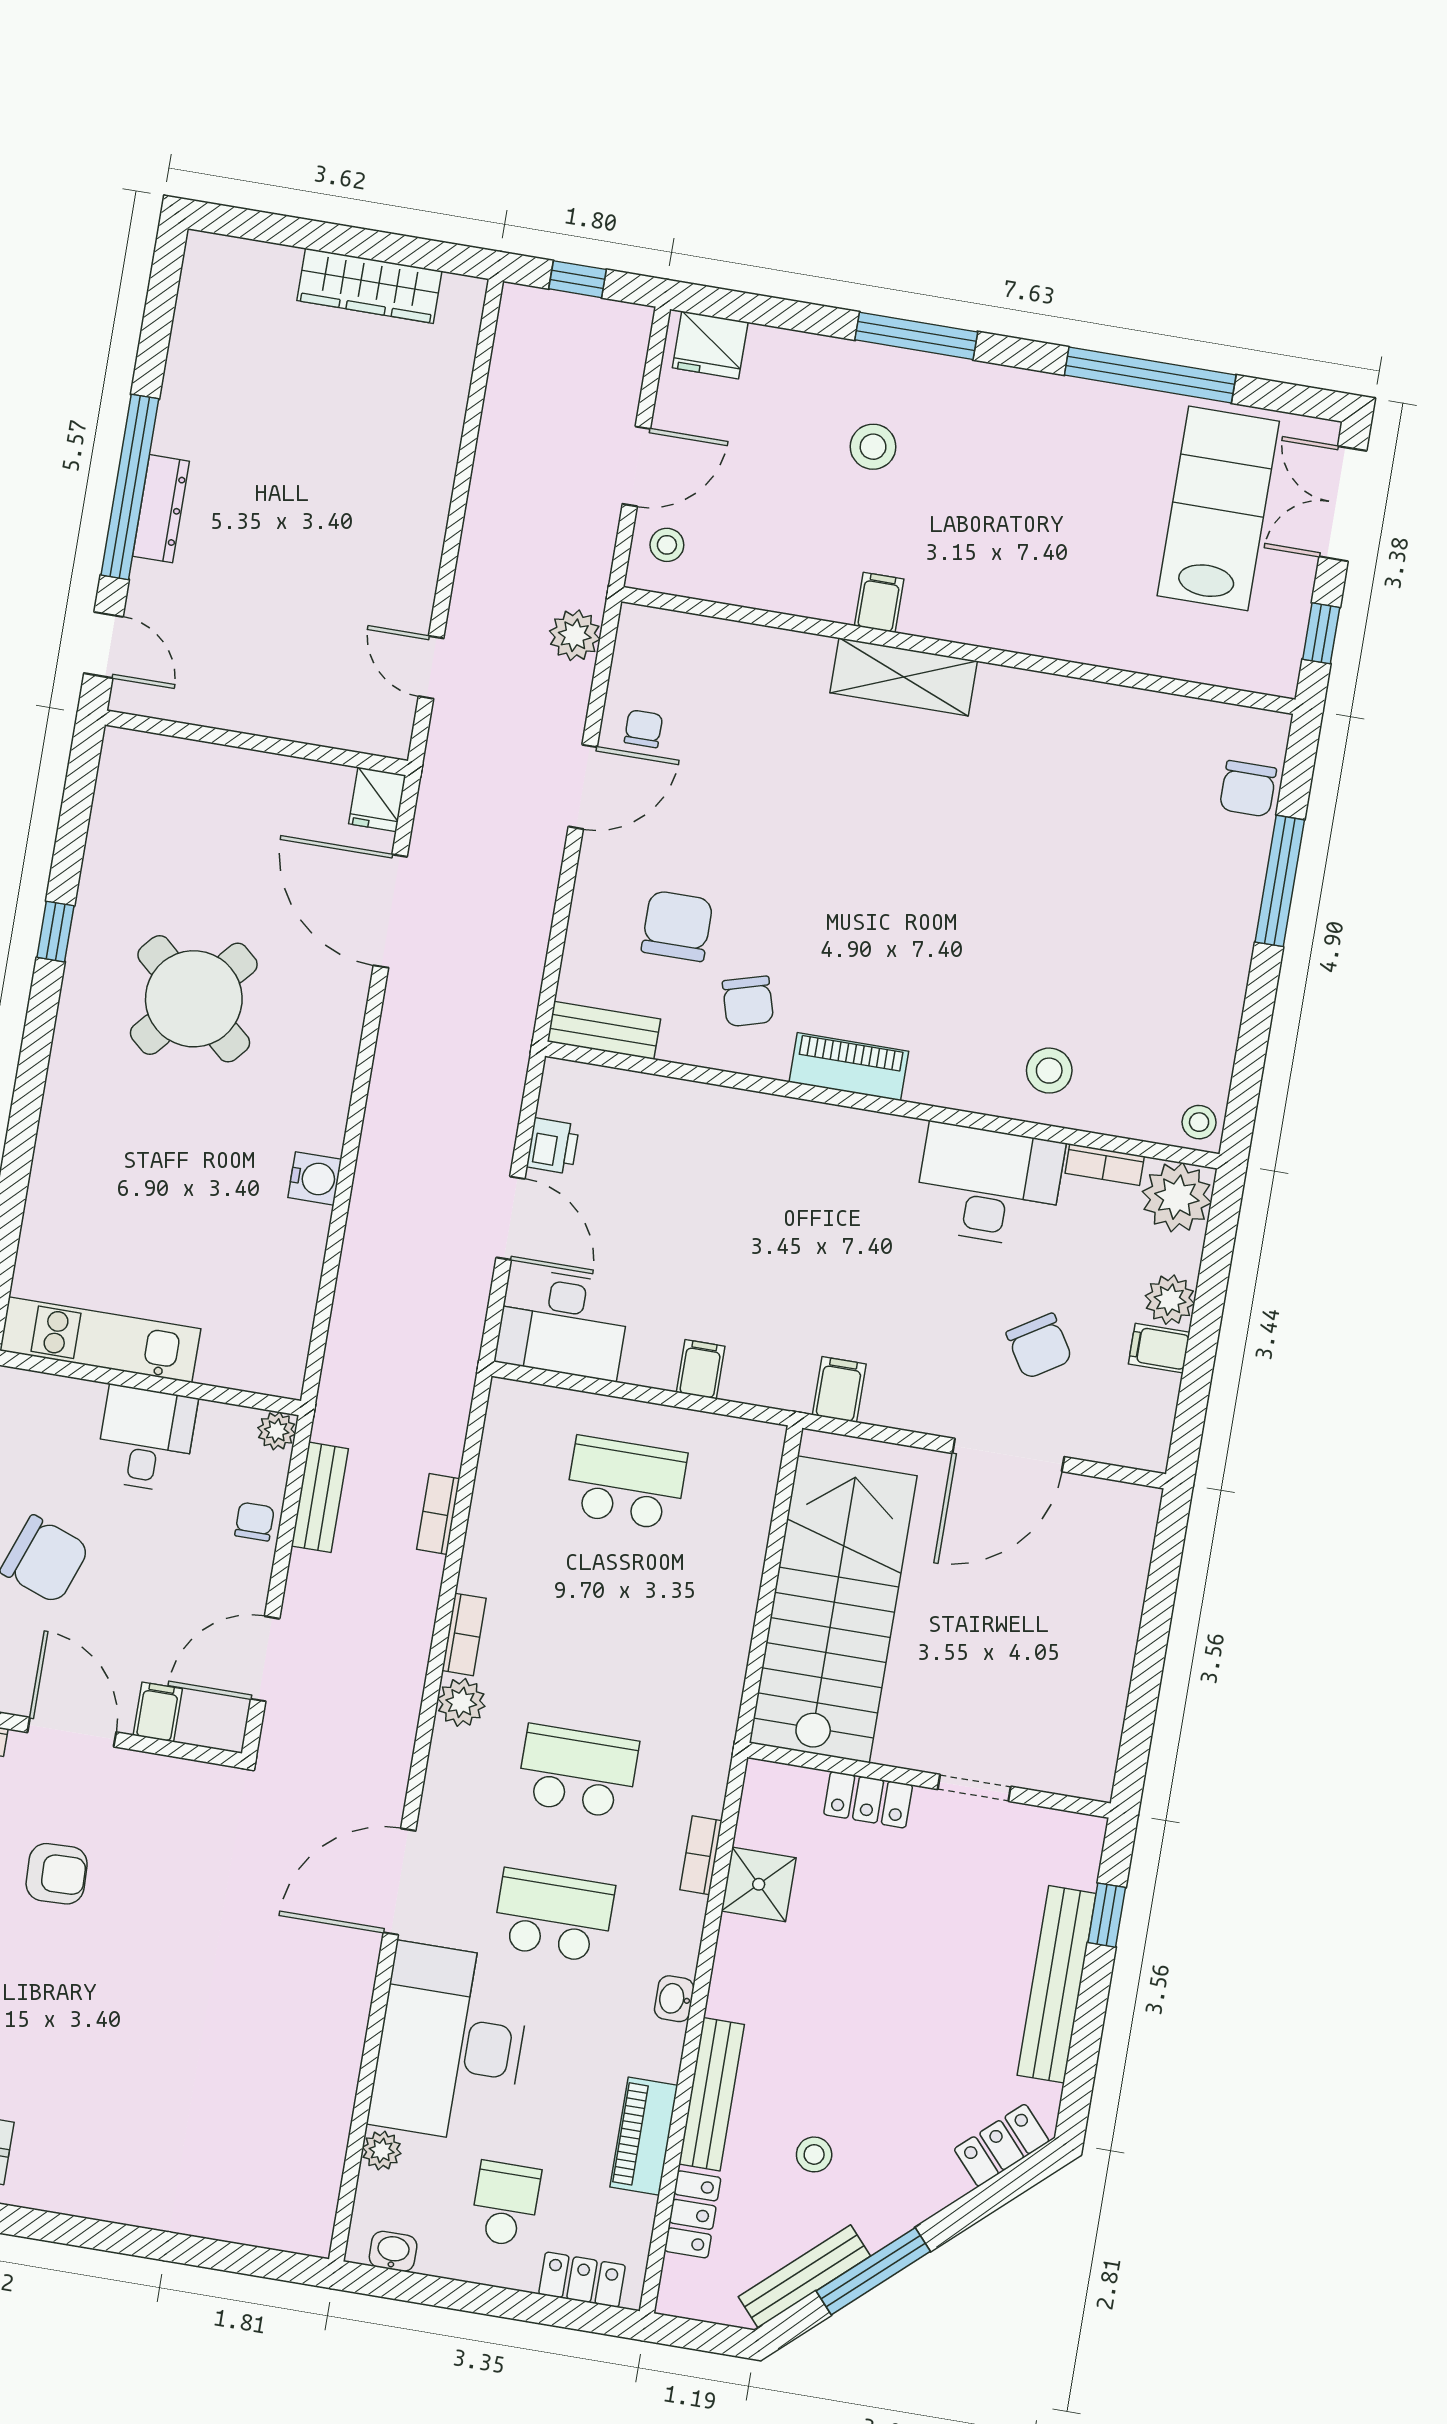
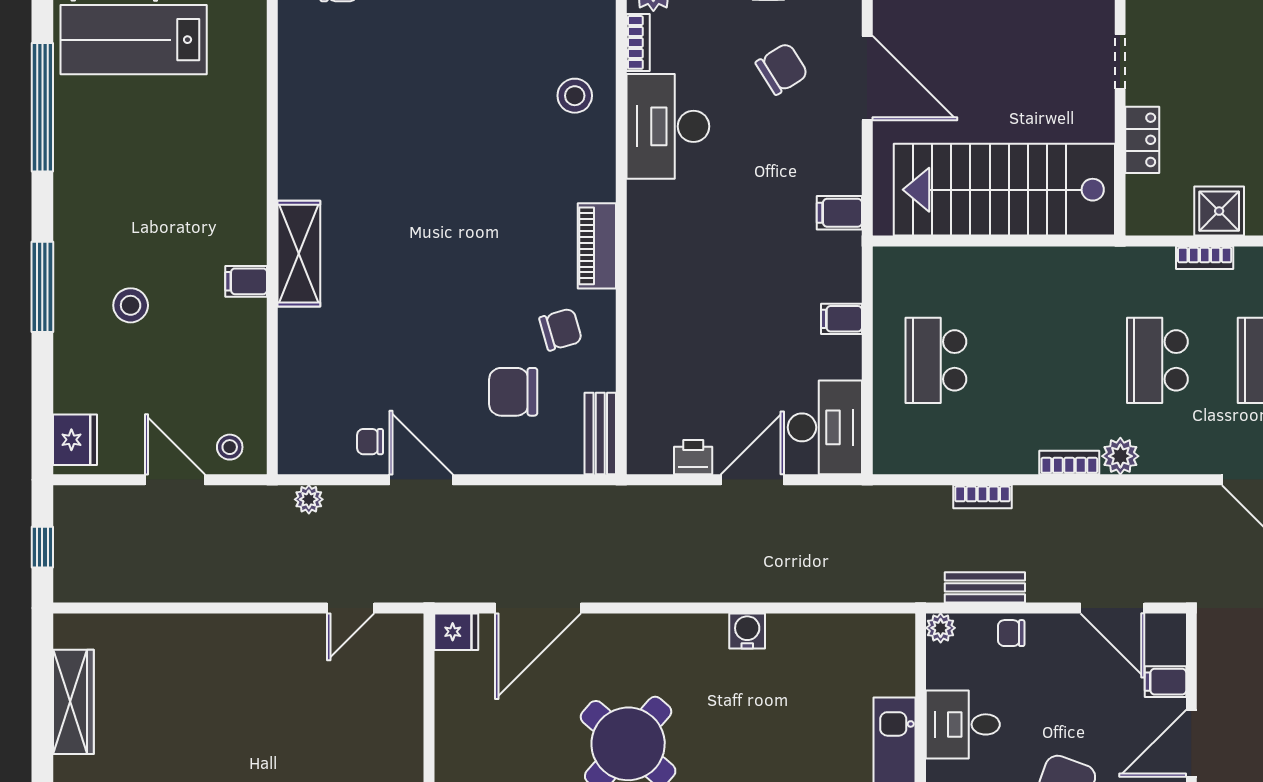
plant: (575, 635) -> (309, 499), width x0.73, depth x0.73

